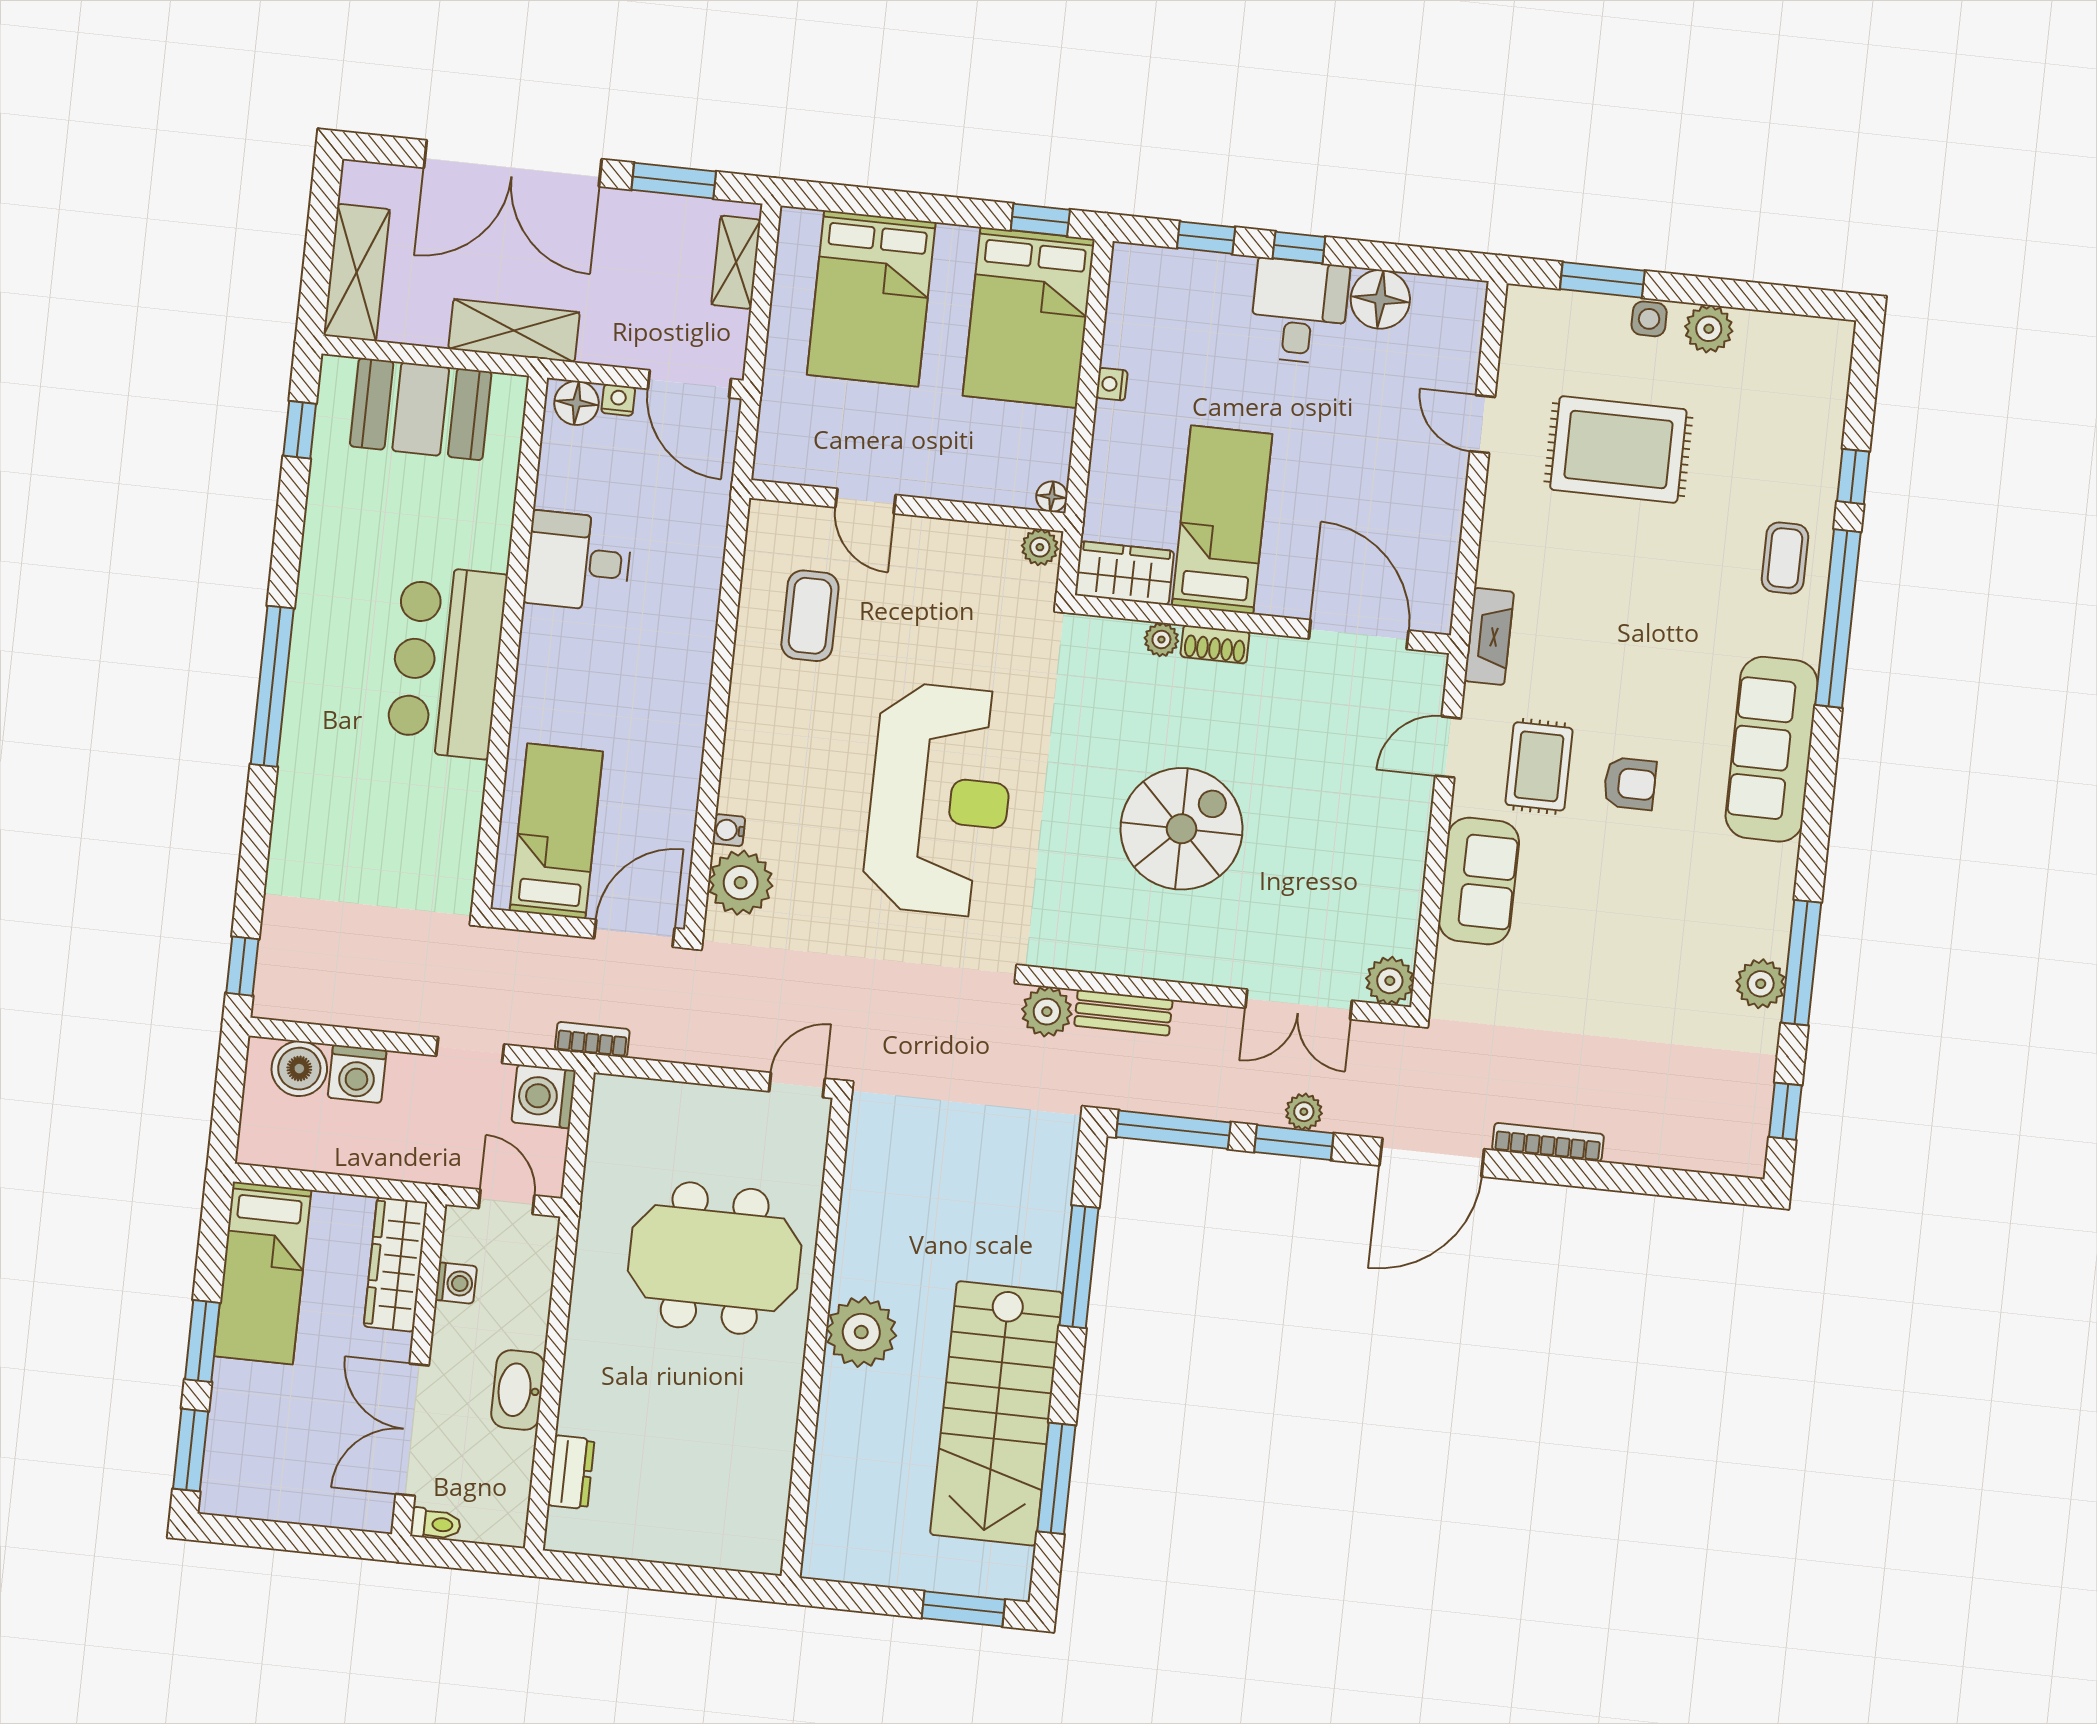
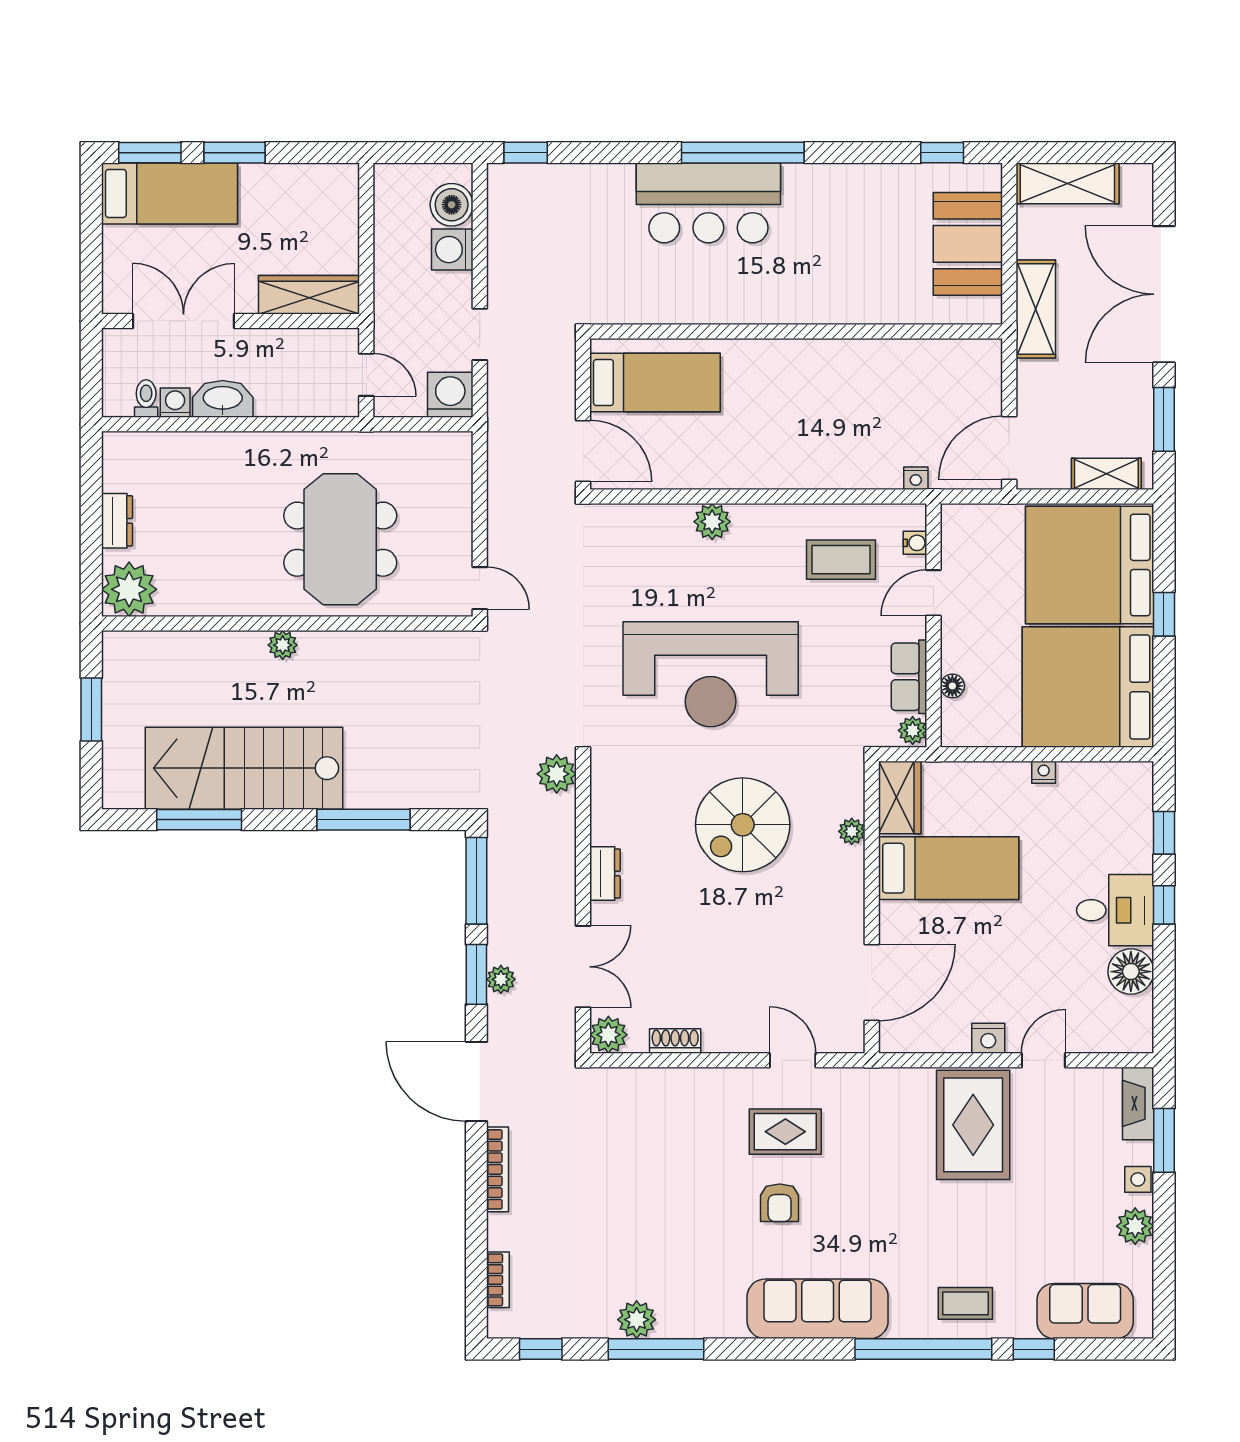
window: (1040, 220) -> (1164, 614), moved
bed: (871, 299) -> (1090, 565), width x1.36
bed: (1029, 318) -> (1088, 687), width x1.36
nightstand: (618, 400) -> (916, 478), moved, turned 90
floor lamp: (577, 403) -> (985, 363), removed
rug: (1618, 449) -> (973, 1125), moved
nightstand: (1447, 492) -> (988, 1038), added
floor lamp: (1052, 497) -> (952, 686), moved
row of seats: (970, 544) -> (909, 677), added
desk: (578, 561) -> (864, 377), removed
fireplace: (1489, 636) -> (1138, 1103), moved, turned 90
shoe rack: (1215, 644) -> (675, 1041), moved, turned 90
bar counter: (447, 662) -> (708, 203), moved, turned 180
spiral stairs: (1181, 829) -> (743, 825), moved, turned 90
water cooler: (729, 830) -> (915, 543), moved, turned 90
sofa: (1479, 881) -> (1085, 1311), moved, turned 180
plant: (741, 883) -> (712, 522), moved, width x0.73, depth x0.73
dresser: (1182, 963) -> (605, 874), added
double door: (1299, 1004) -> (583, 967), swing flipped
bench: (1123, 1013) -> (562, 833), removed
bookcase: (592, 1040) -> (498, 1280), moved
door: (506, 1202) -> (366, 375), hinge flipped
bed: (263, 1273) -> (169, 193), moved, turned 180
washing machine: (456, 1283) -> (175, 403), moved, turned 180
plant: (861, 1332) -> (283, 645), width x0.53, depth x0.53
dresser: (571, 1472) -> (117, 521), moved, turned -90
toilet: (436, 1524) -> (146, 399), moved, turned 180
plant: (750, 1537) -> (129, 589), added
window: (963, 1609) -> (91, 709), moved

